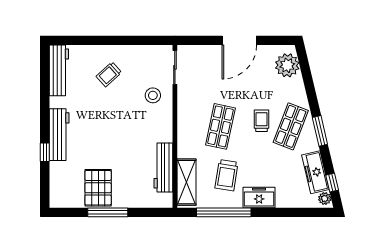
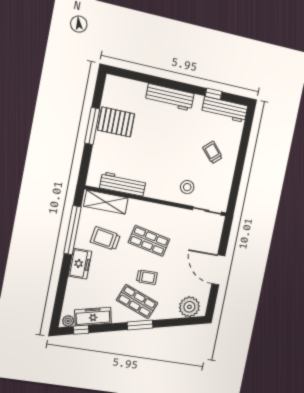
window: (320, 131) -> (140, 325), moved
window: (45, 152) -> (214, 94), moved

